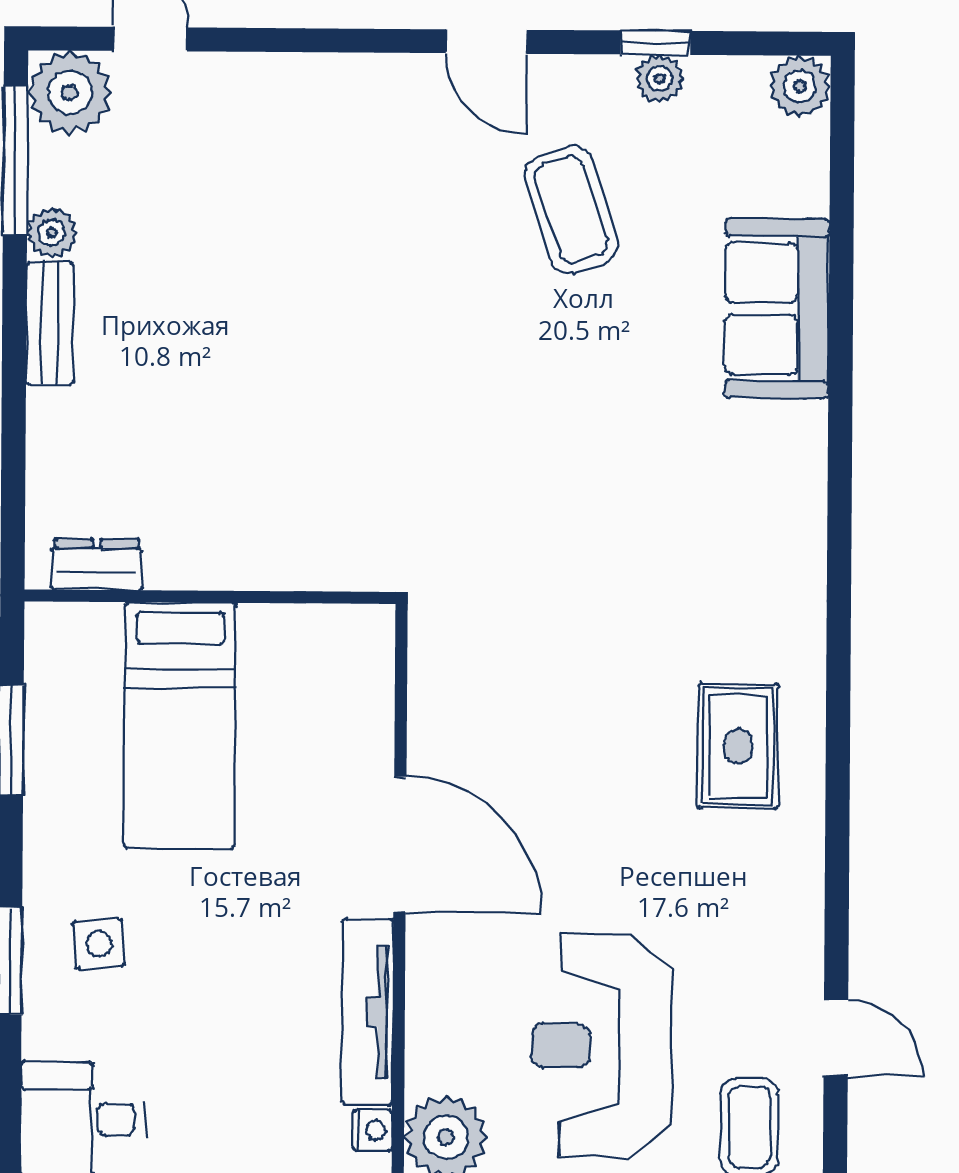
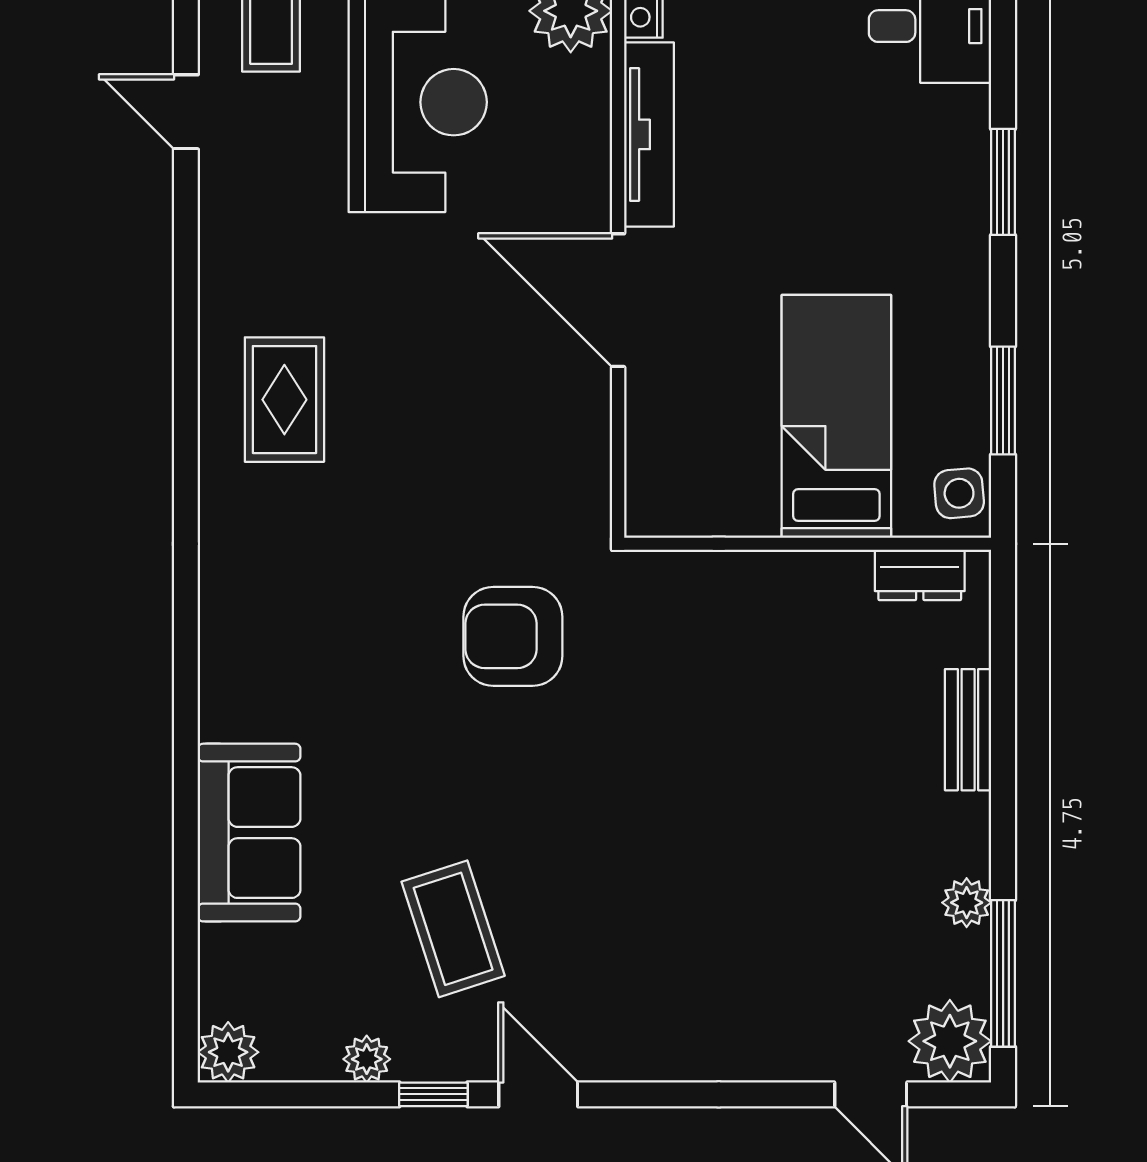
window: (655, 43) -> (433, 1094), moved
bench: (50, 323) -> (968, 730), moved
armchair: (509, 505) -> (513, 636), added
side table: (99, 944) -> (959, 493), moved

